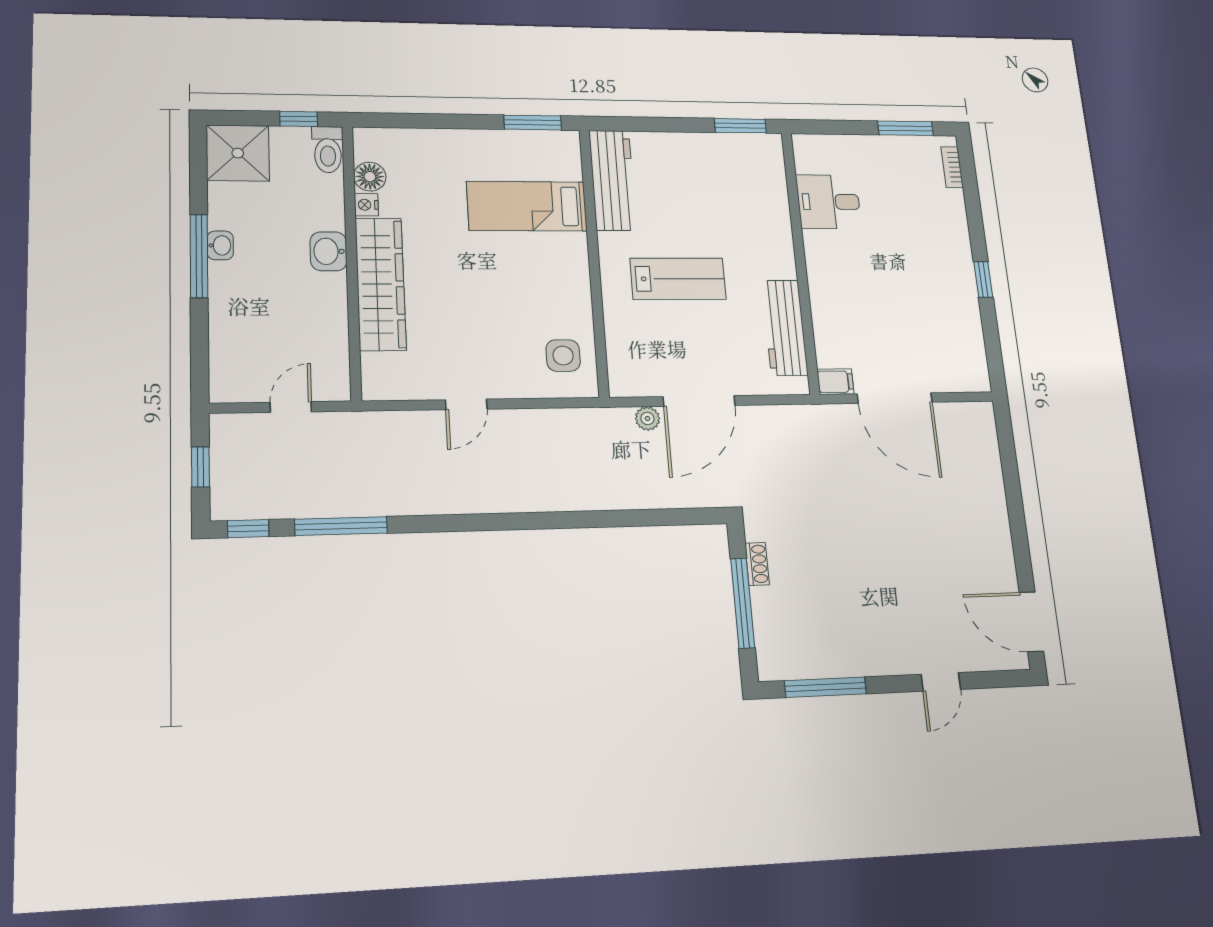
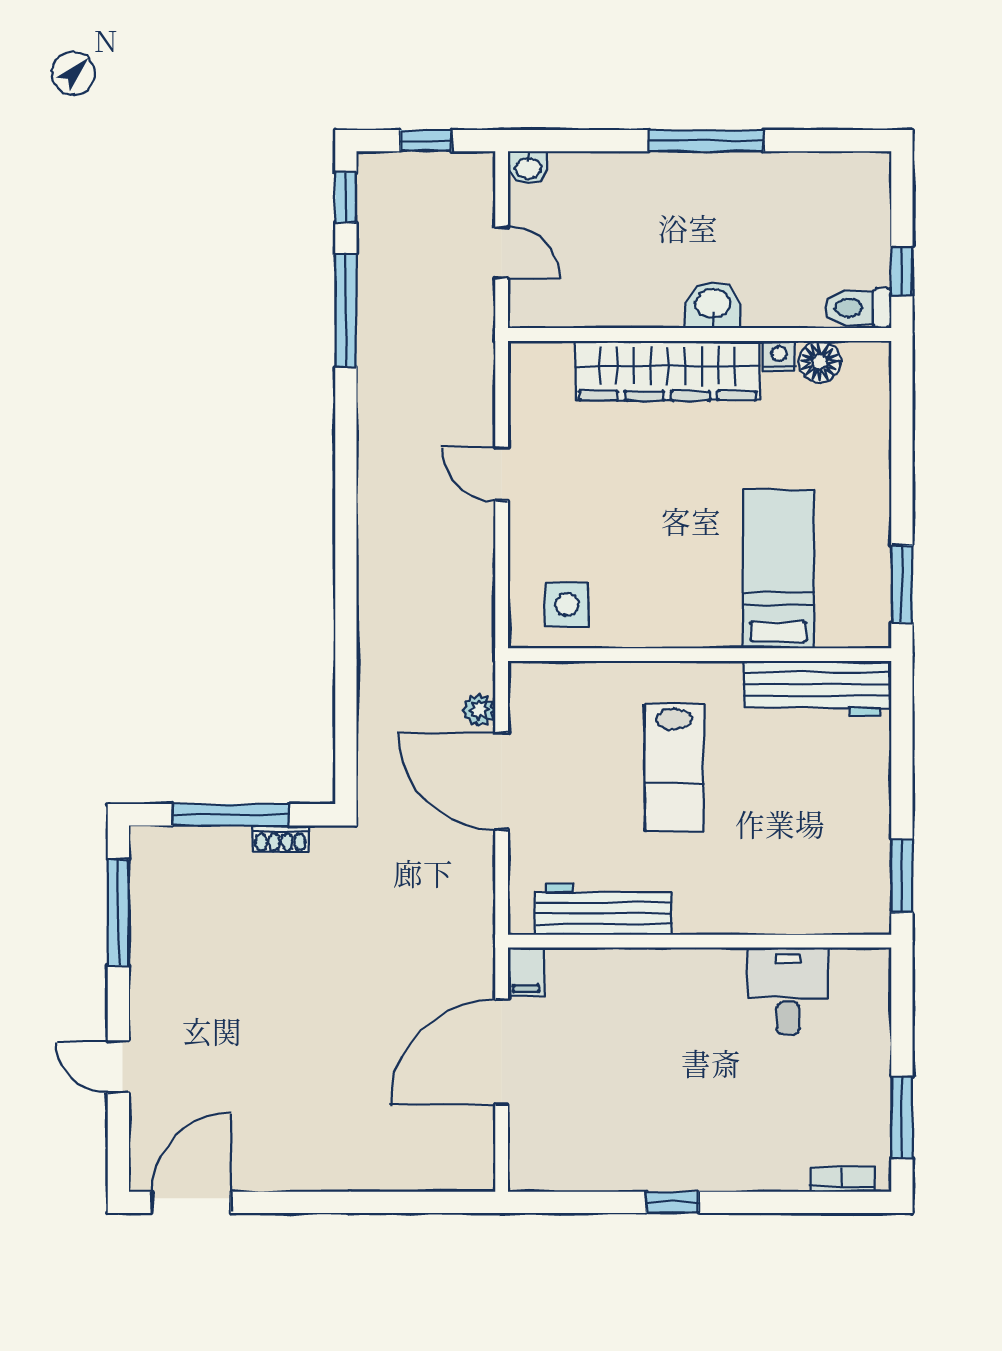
shower: (238, 153) -> (851, 191), removed
washbasin: (220, 245) -> (528, 167), moved

